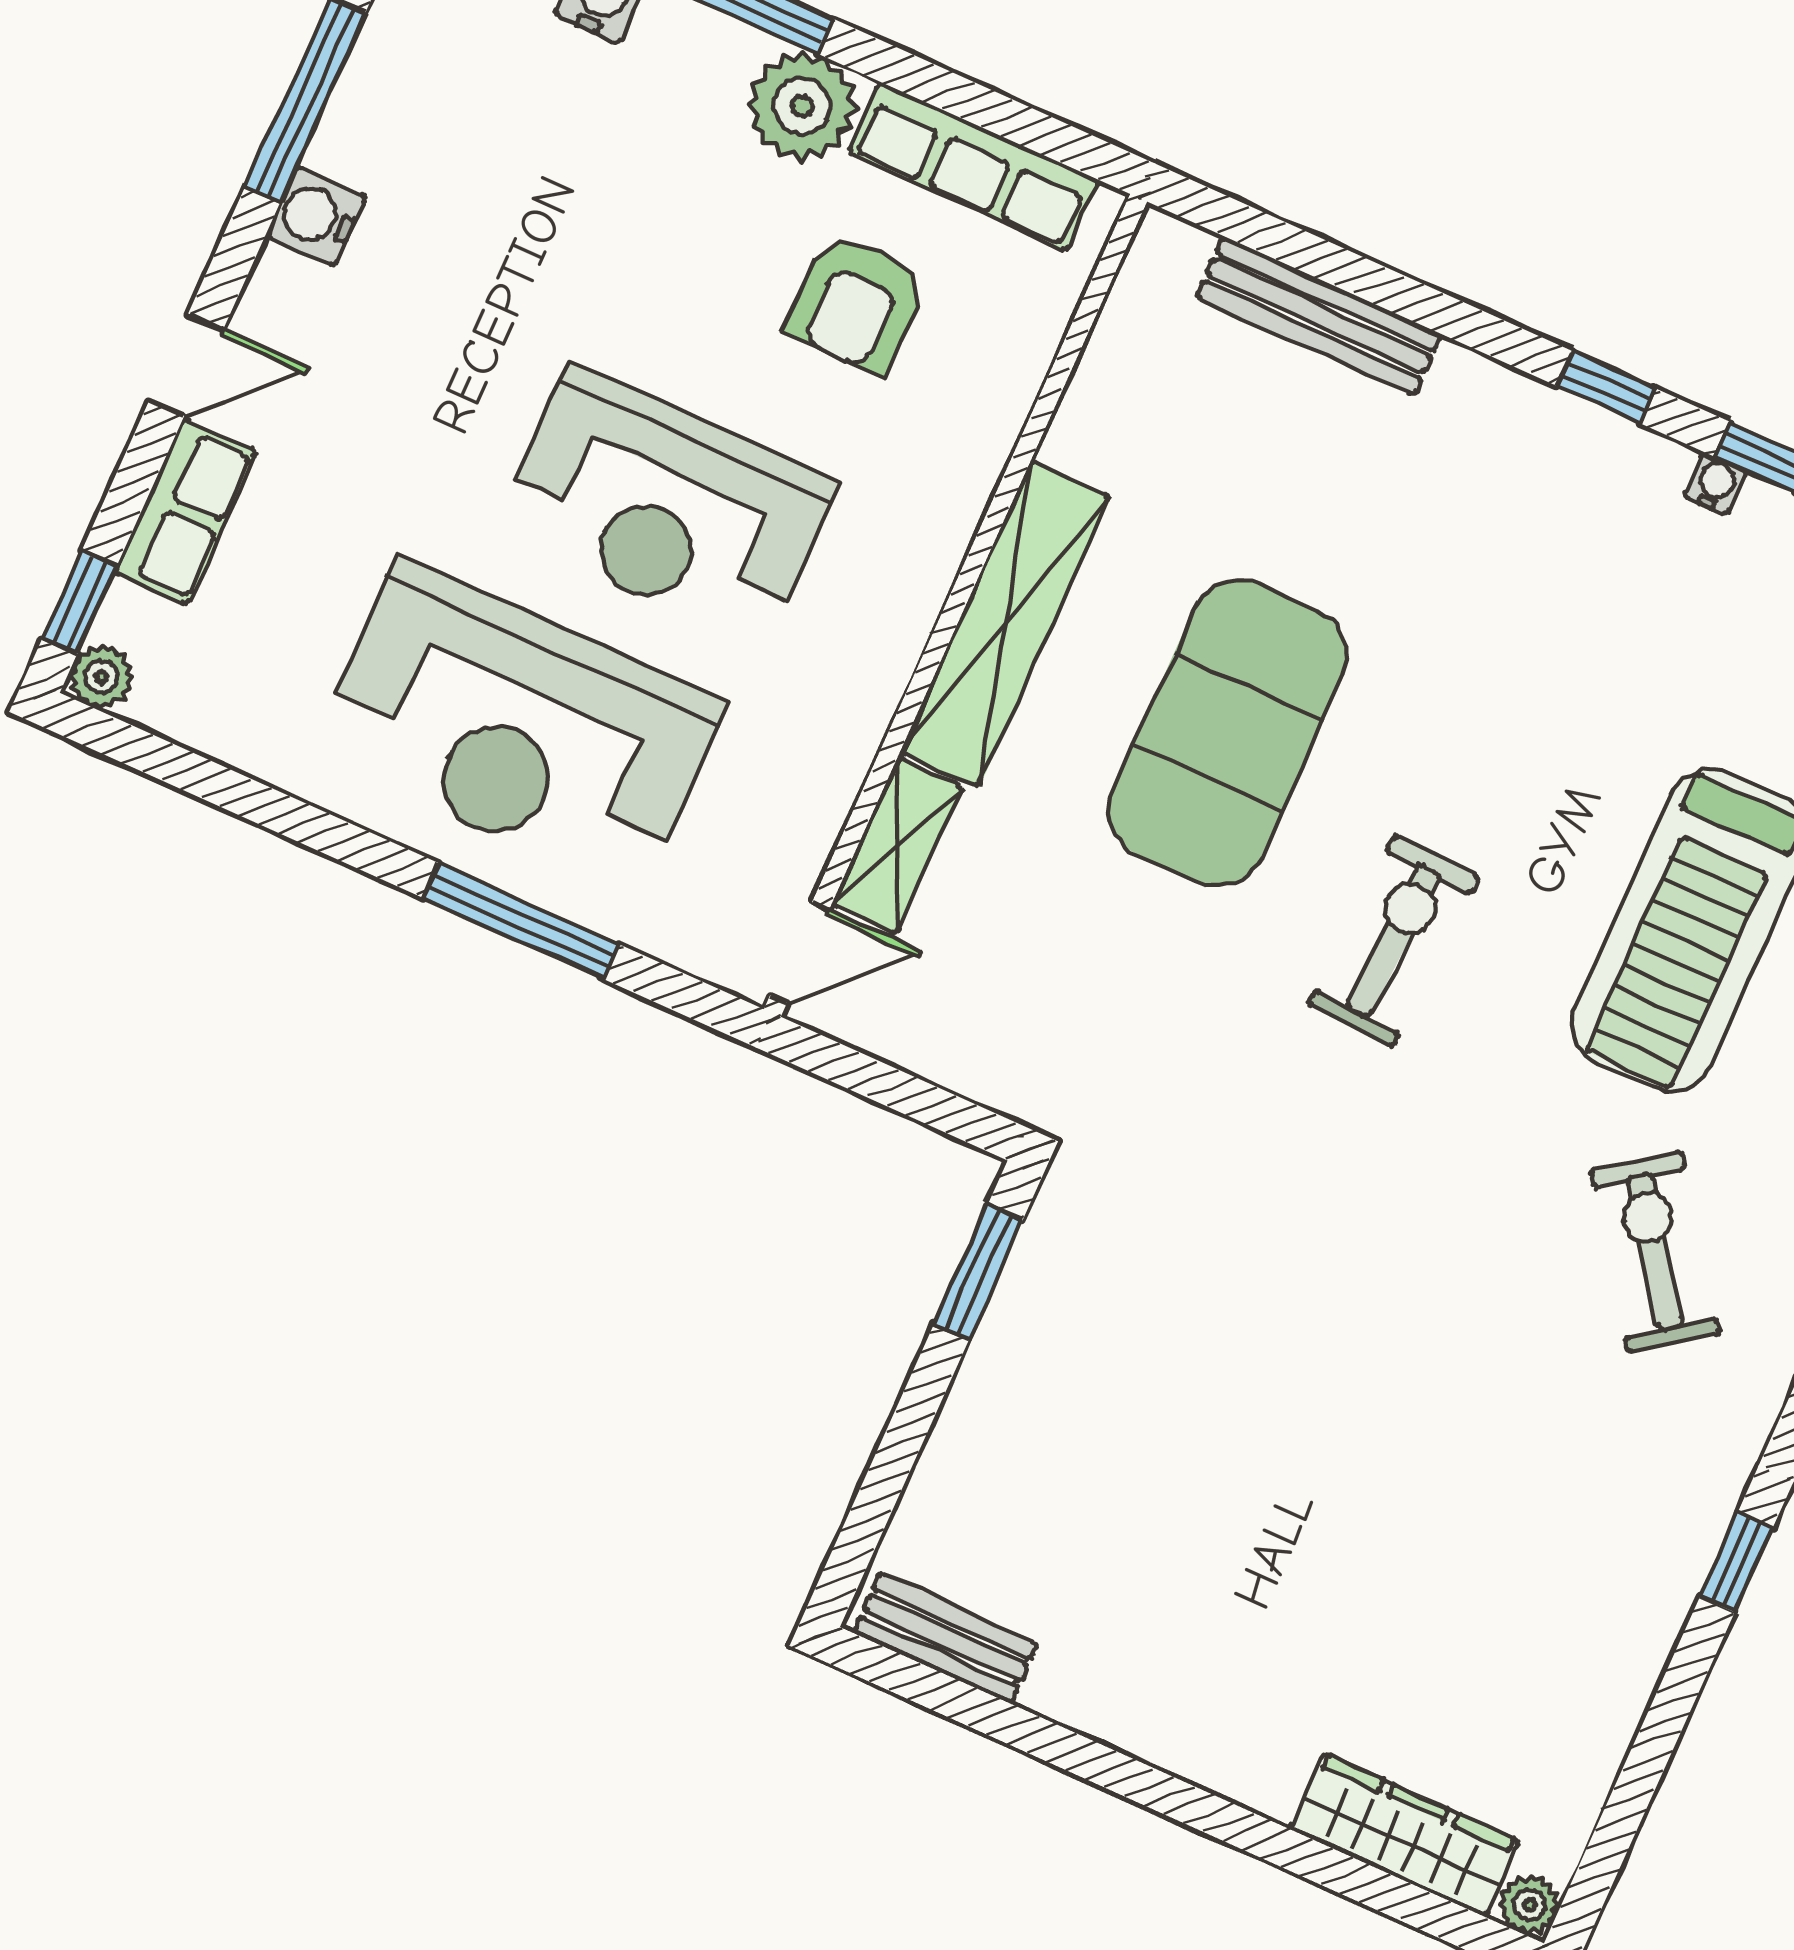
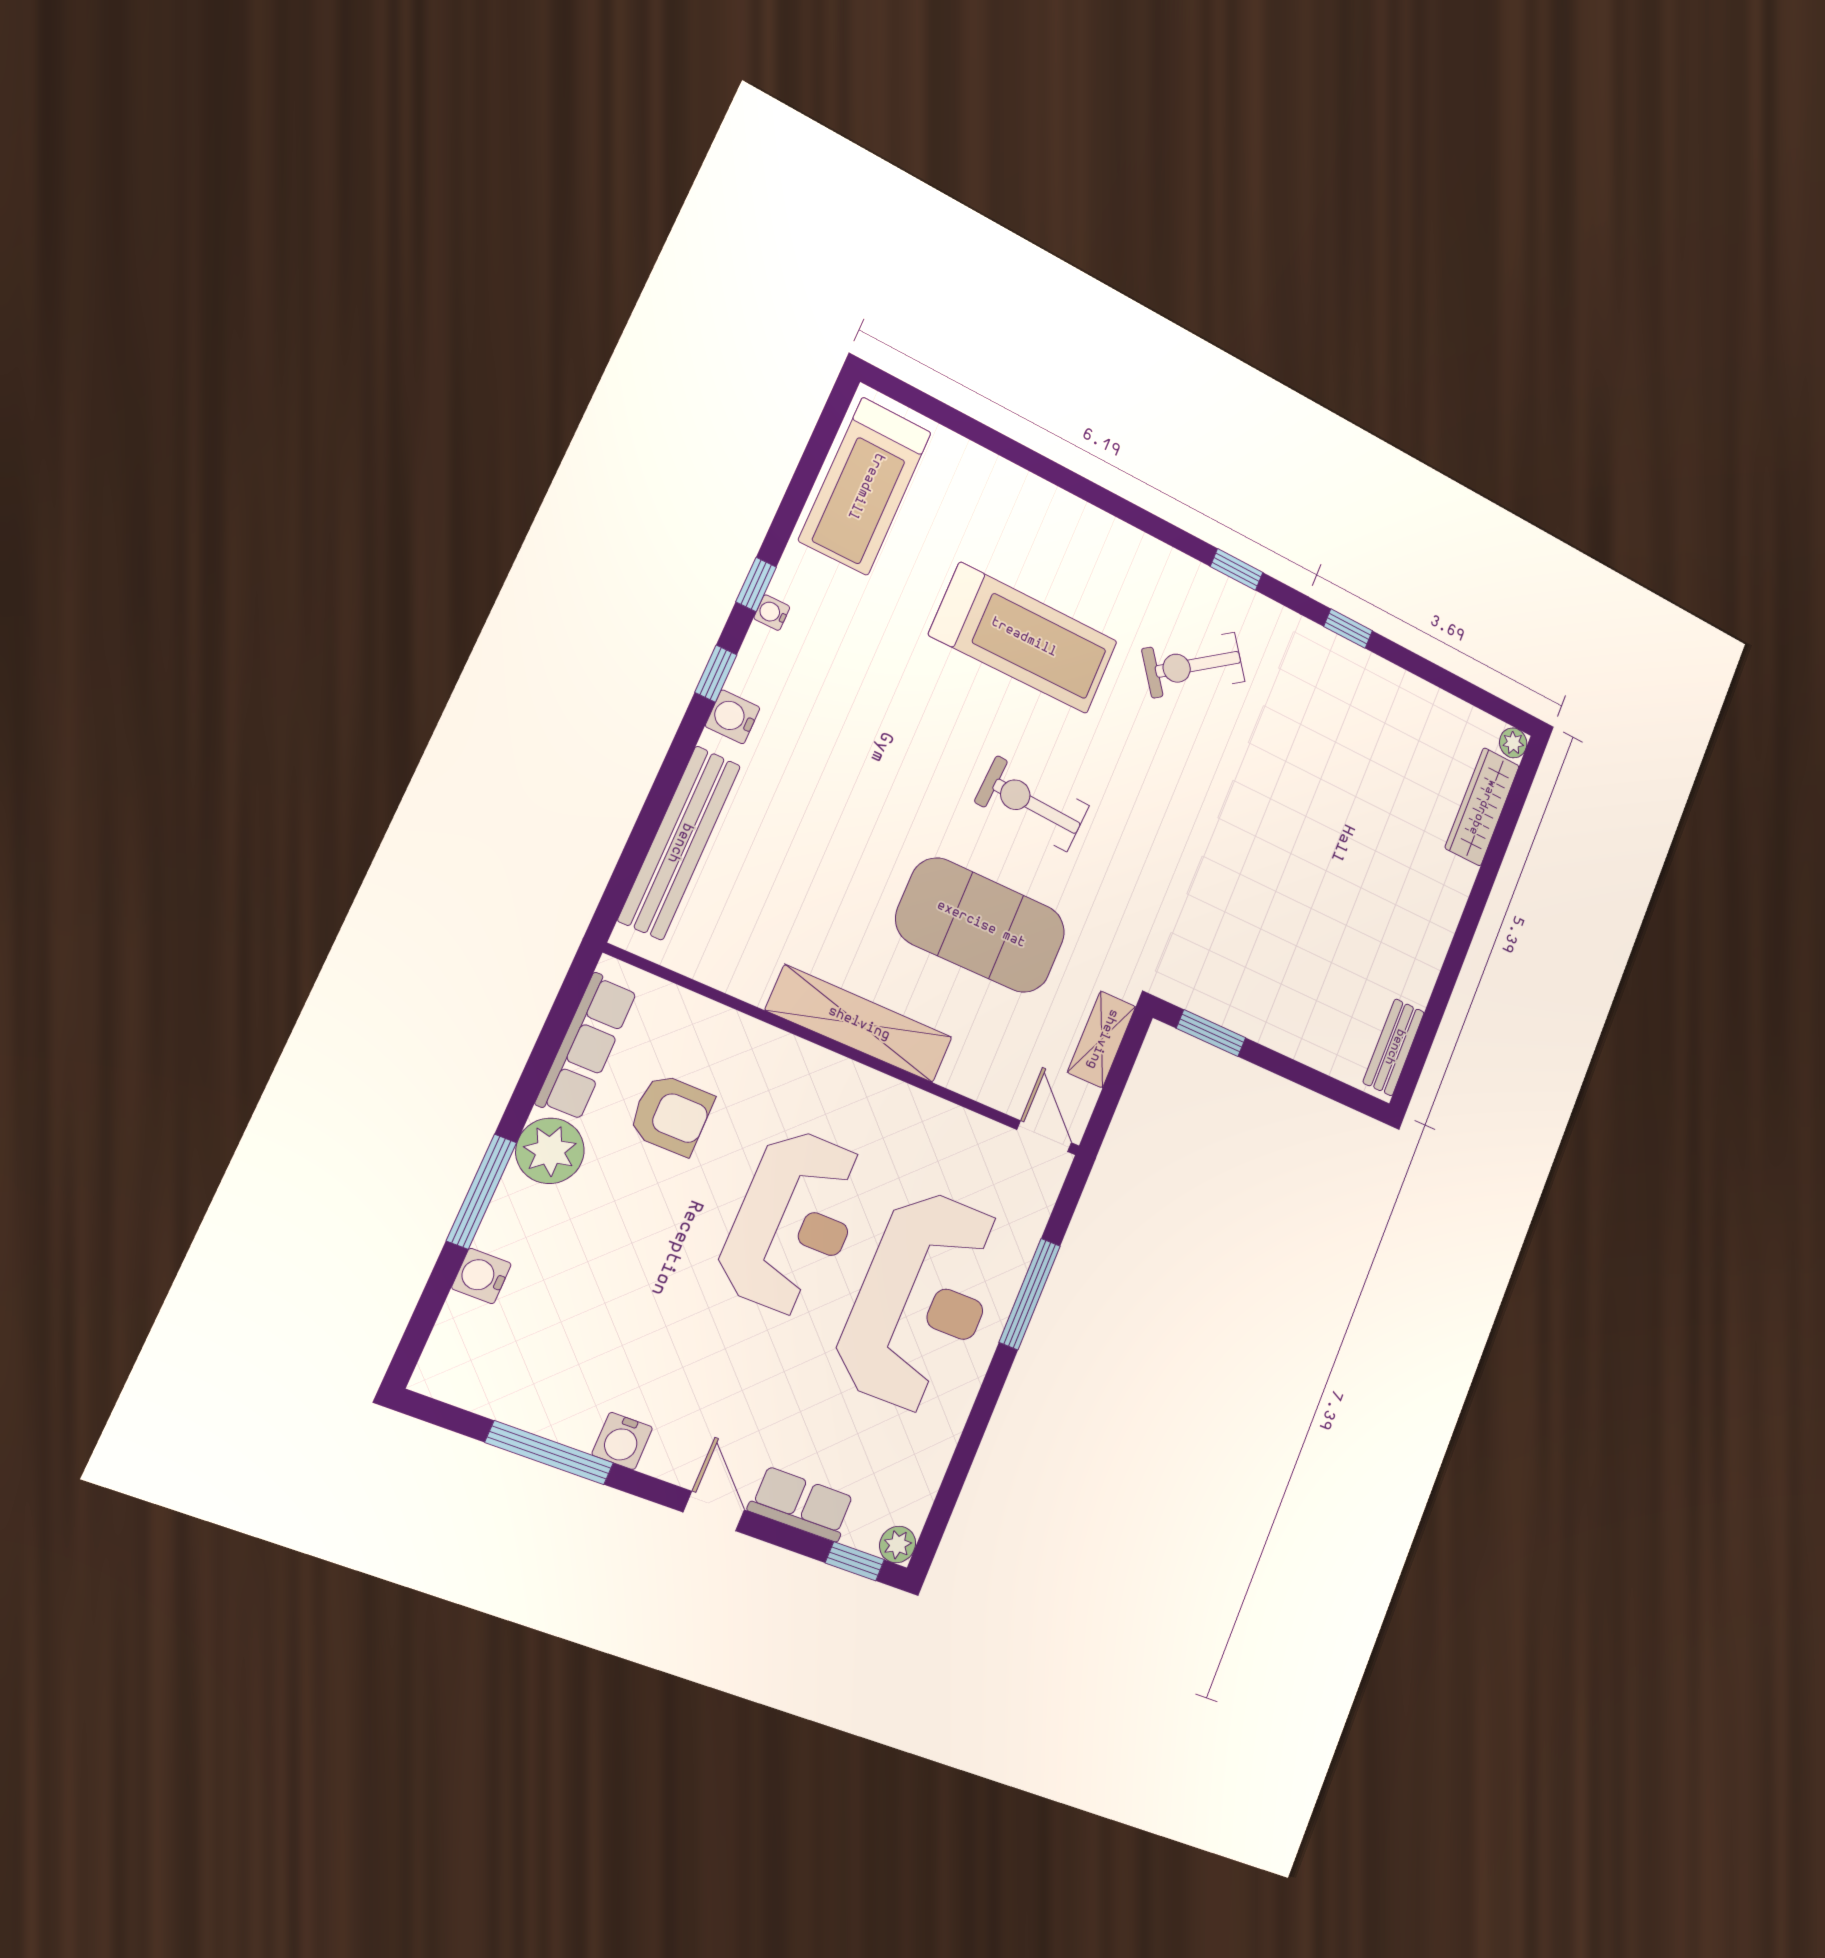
bench: (1319, 316) -> (679, 843), width x1.37, depth x1.21
water cooler: (1533, 414) -> (733, 717), added
exercise mat: (1228, 733) -> (981, 925), moved
shelving: (897, 846) -> (1102, 1039), moved, turned 90

